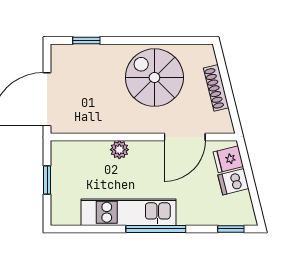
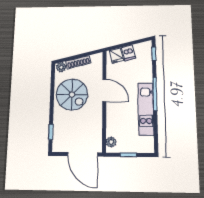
plant: (206, 56) -> (61, 67), added
spiral stairs: (154, 78) -> (72, 95), turned -90
door: (185, 137) -> (104, 91), moved
plant: (119, 150) -> (111, 142), moved

